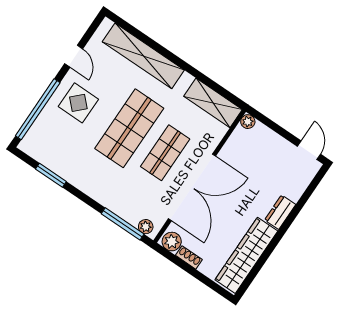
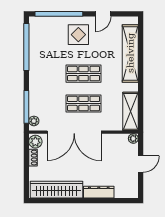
shop shelf: (129, 128) -> (84, 74), width x0.70, depth x0.74
door: (309, 150) -> (141, 164), moved
window: (51, 175) -> (26, 47), width x2.11
dresser: (280, 212) -> (99, 192), width x1.44

